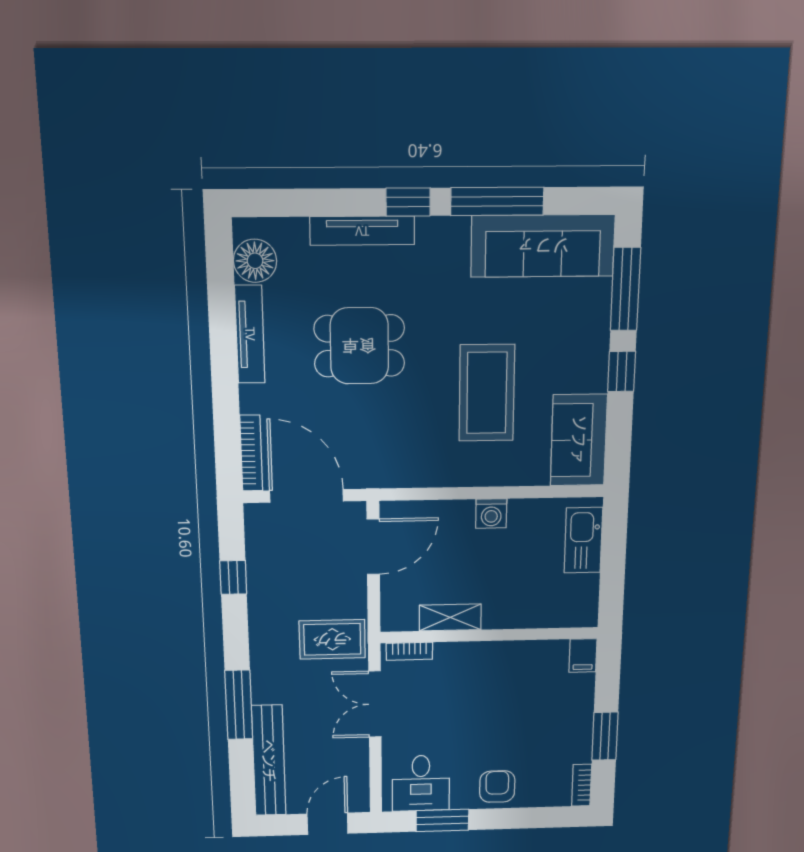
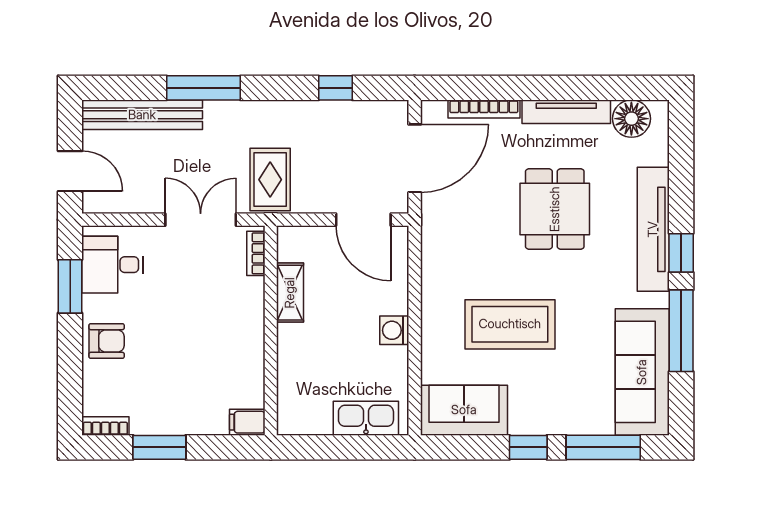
tv unit: (362, 231) -> (653, 229), width x1.36, depth x1.29
bookcase: (251, 453) -> (484, 109), moved

